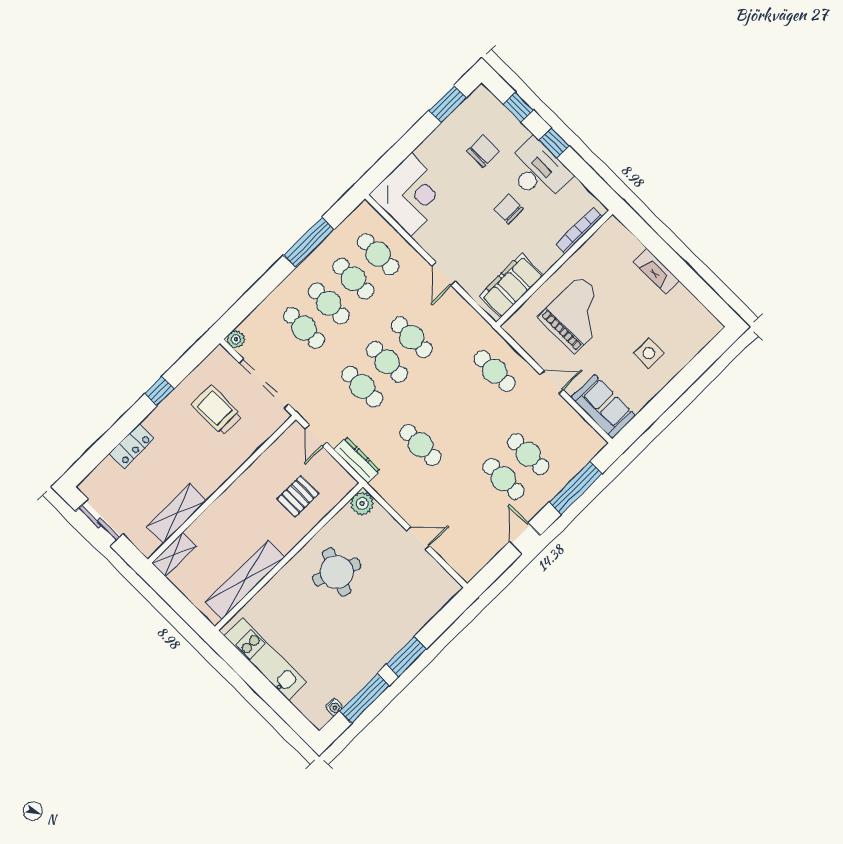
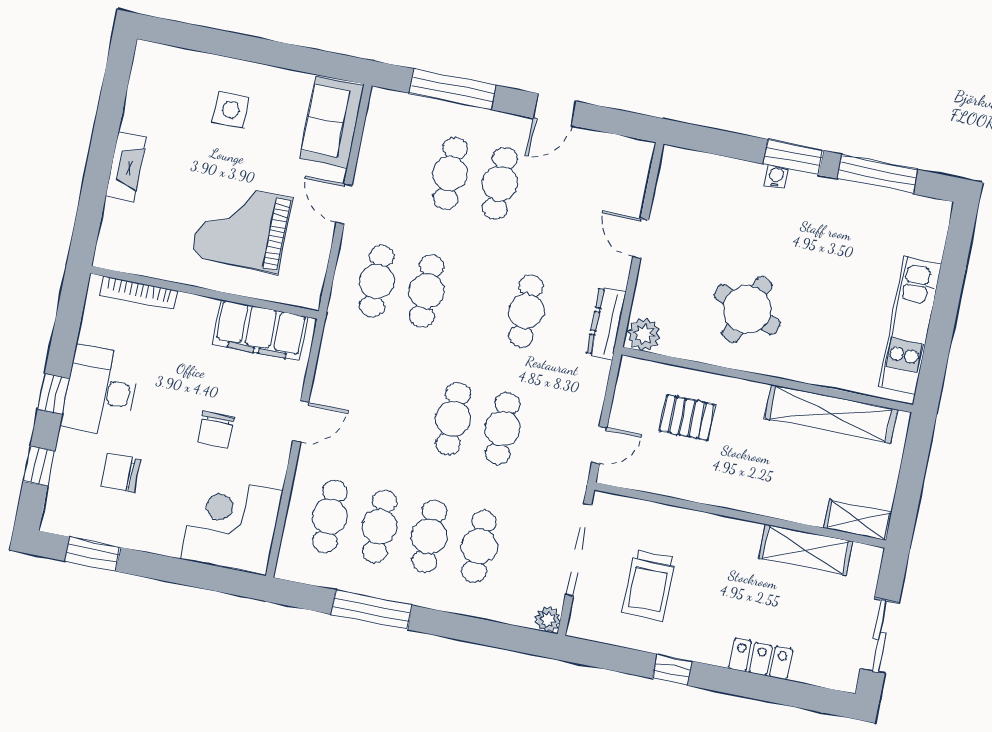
chair: (508, 209) -> (216, 430), moved
cafe table: (412, 337) -> (427, 291), moved
dresser: (357, 460) -> (606, 323), moved
water cooler: (334, 707) -> (776, 176), moved

